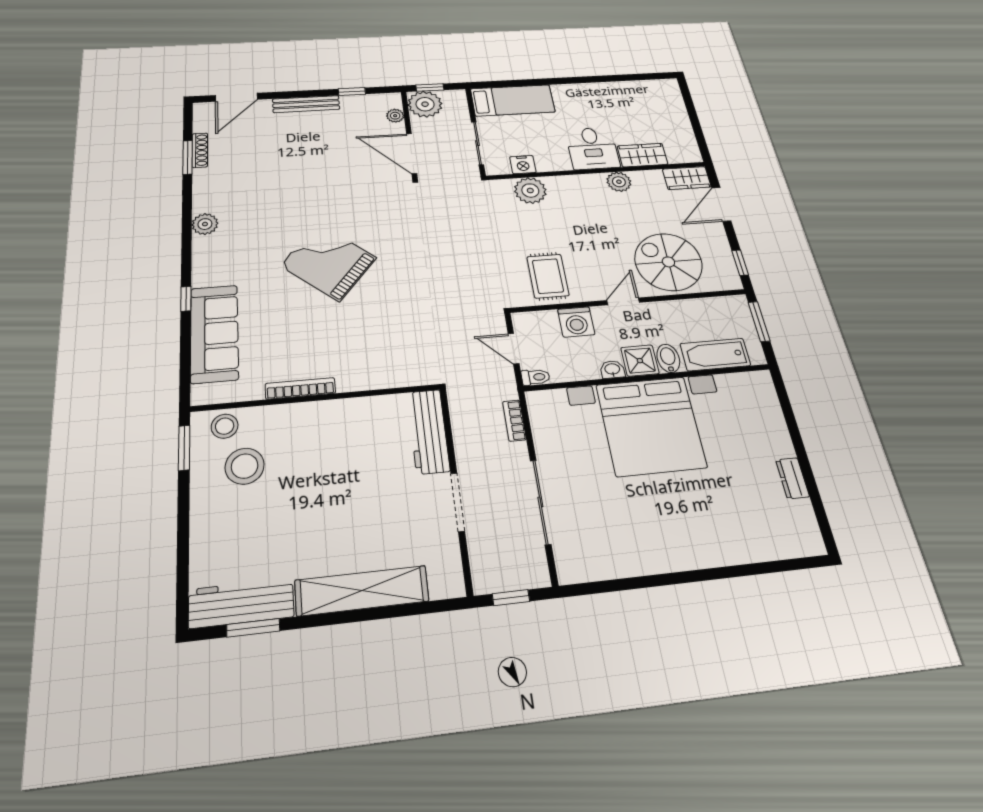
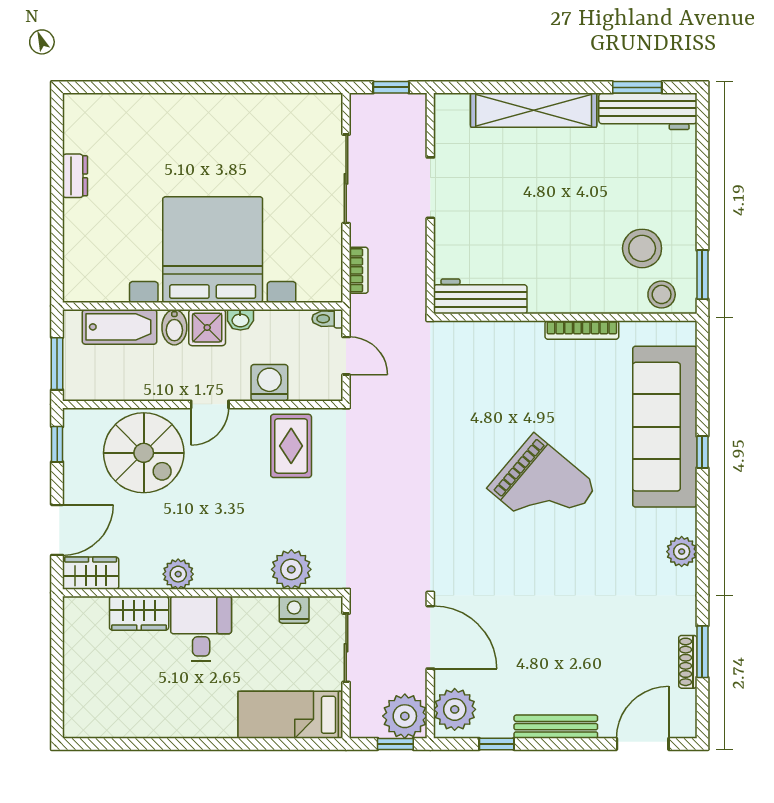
plant: (395, 116) -> (455, 709), width x1.88, depth x1.88
sofa: (214, 333) -> (665, 427), width x1.36, depth x1.27
workbench: (428, 431) -> (480, 296), moved, turned -90

